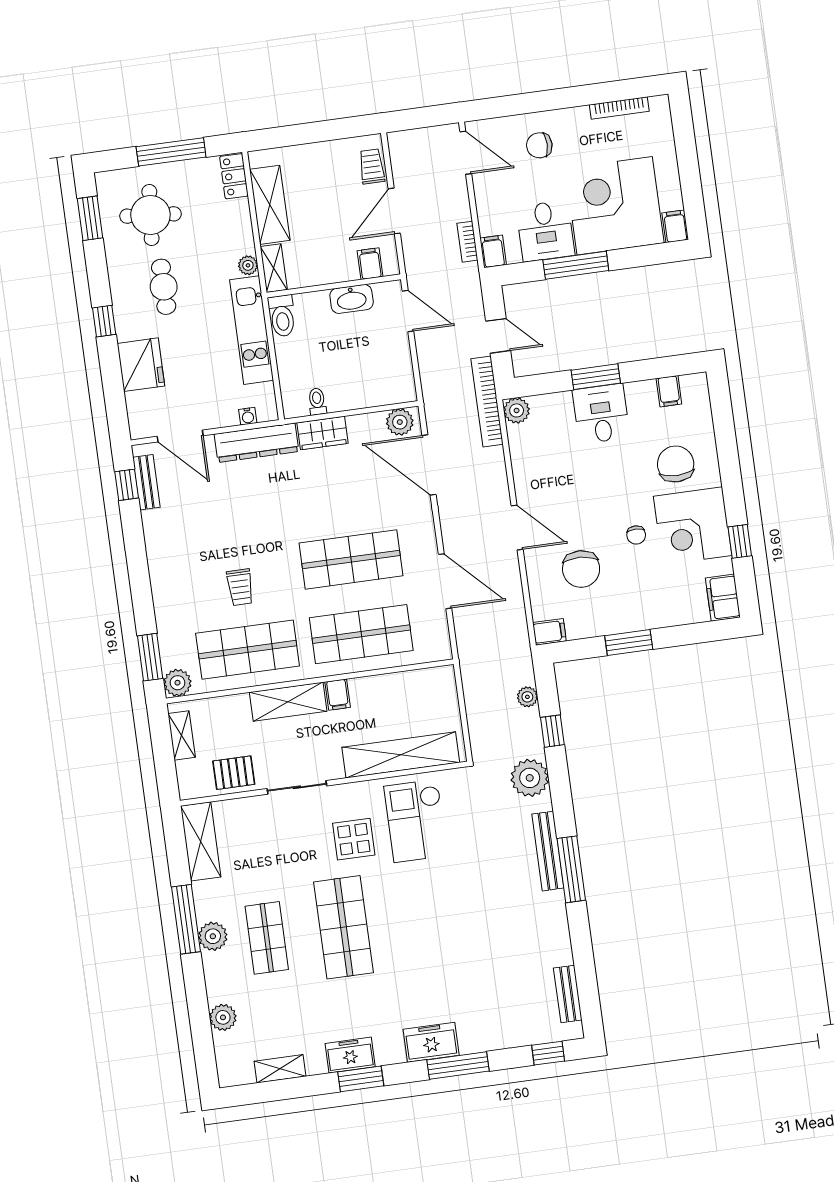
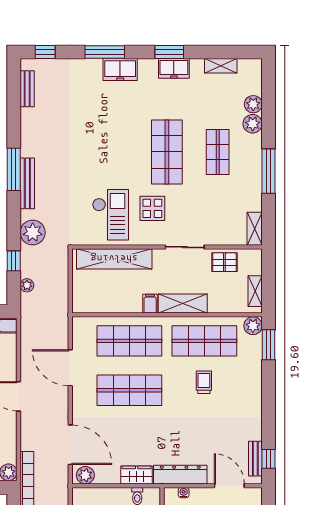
shelving: (201, 841) -> (255, 229), width x0.67, depth x0.75
plant: (213, 936) -> (253, 124), moved

